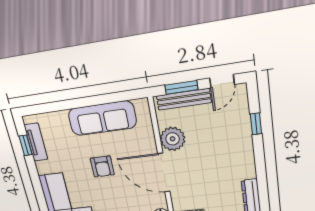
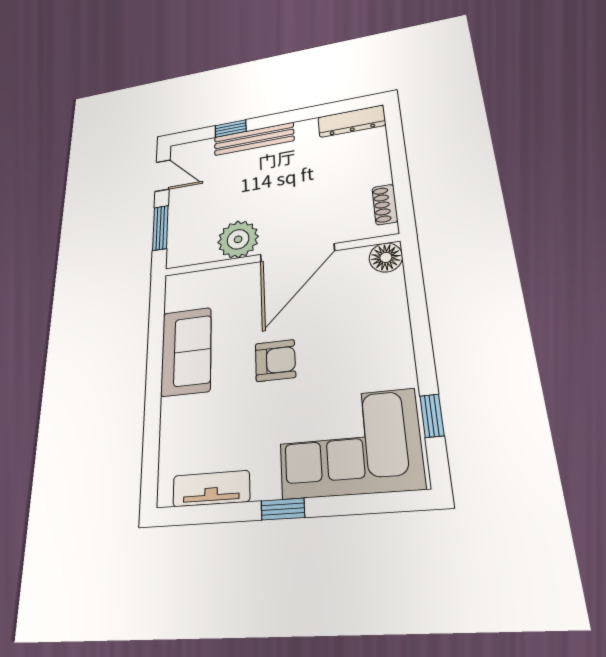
bench: (184, 99) -> (254, 139), moved, turned 90
sofa: (102, 118) -> (186, 351), width x0.73
window: (26, 145) -> (283, 509), moved

